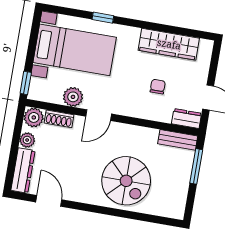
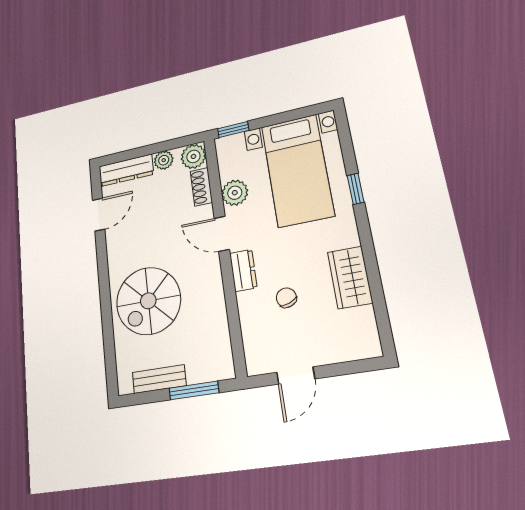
wardrobe: (169, 44) -> (350, 277), width x0.67
chair: (158, 87) -> (286, 298), turned -110
dresser: (187, 118) -> (243, 270), moved
bench: (178, 140) -> (159, 379), moved, turned 90

